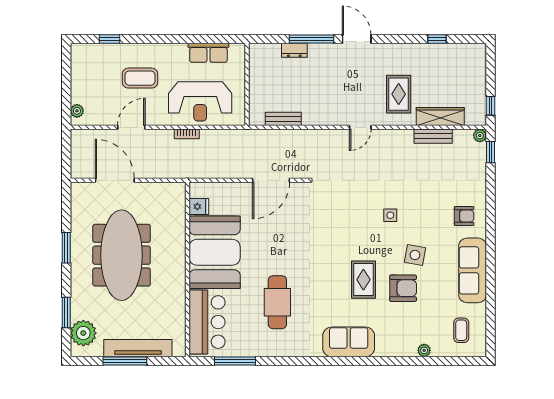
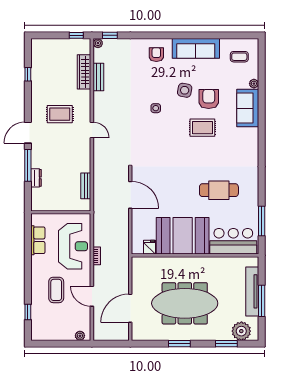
rug: (399, 94) -> (60, 114), moved
sofa: (349, 342) -> (248, 108), moved

